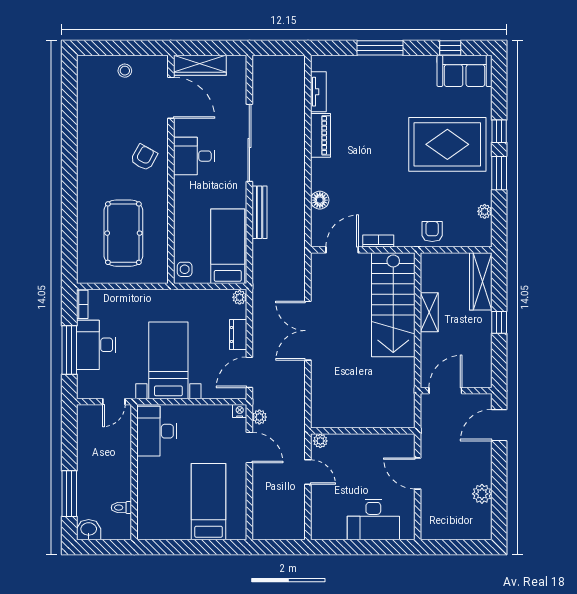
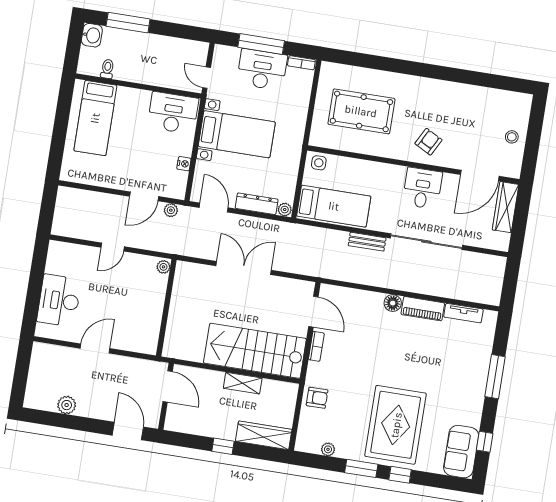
armchair: (144, 157) -> (428, 142), turned -91
floor lamp: (320, 200) -> (393, 303), moved
bench: (260, 212) -> (367, 242), width x0.73
dresser: (238, 334) -> (257, 204), width x1.44
nightstand: (240, 411) -> (184, 164), moved
wall: (363, 431) -> (166, 308), moved
plant: (320, 441) -> (163, 267), moved
bed: (209, 502) -> (95, 118), moved, turned 90

